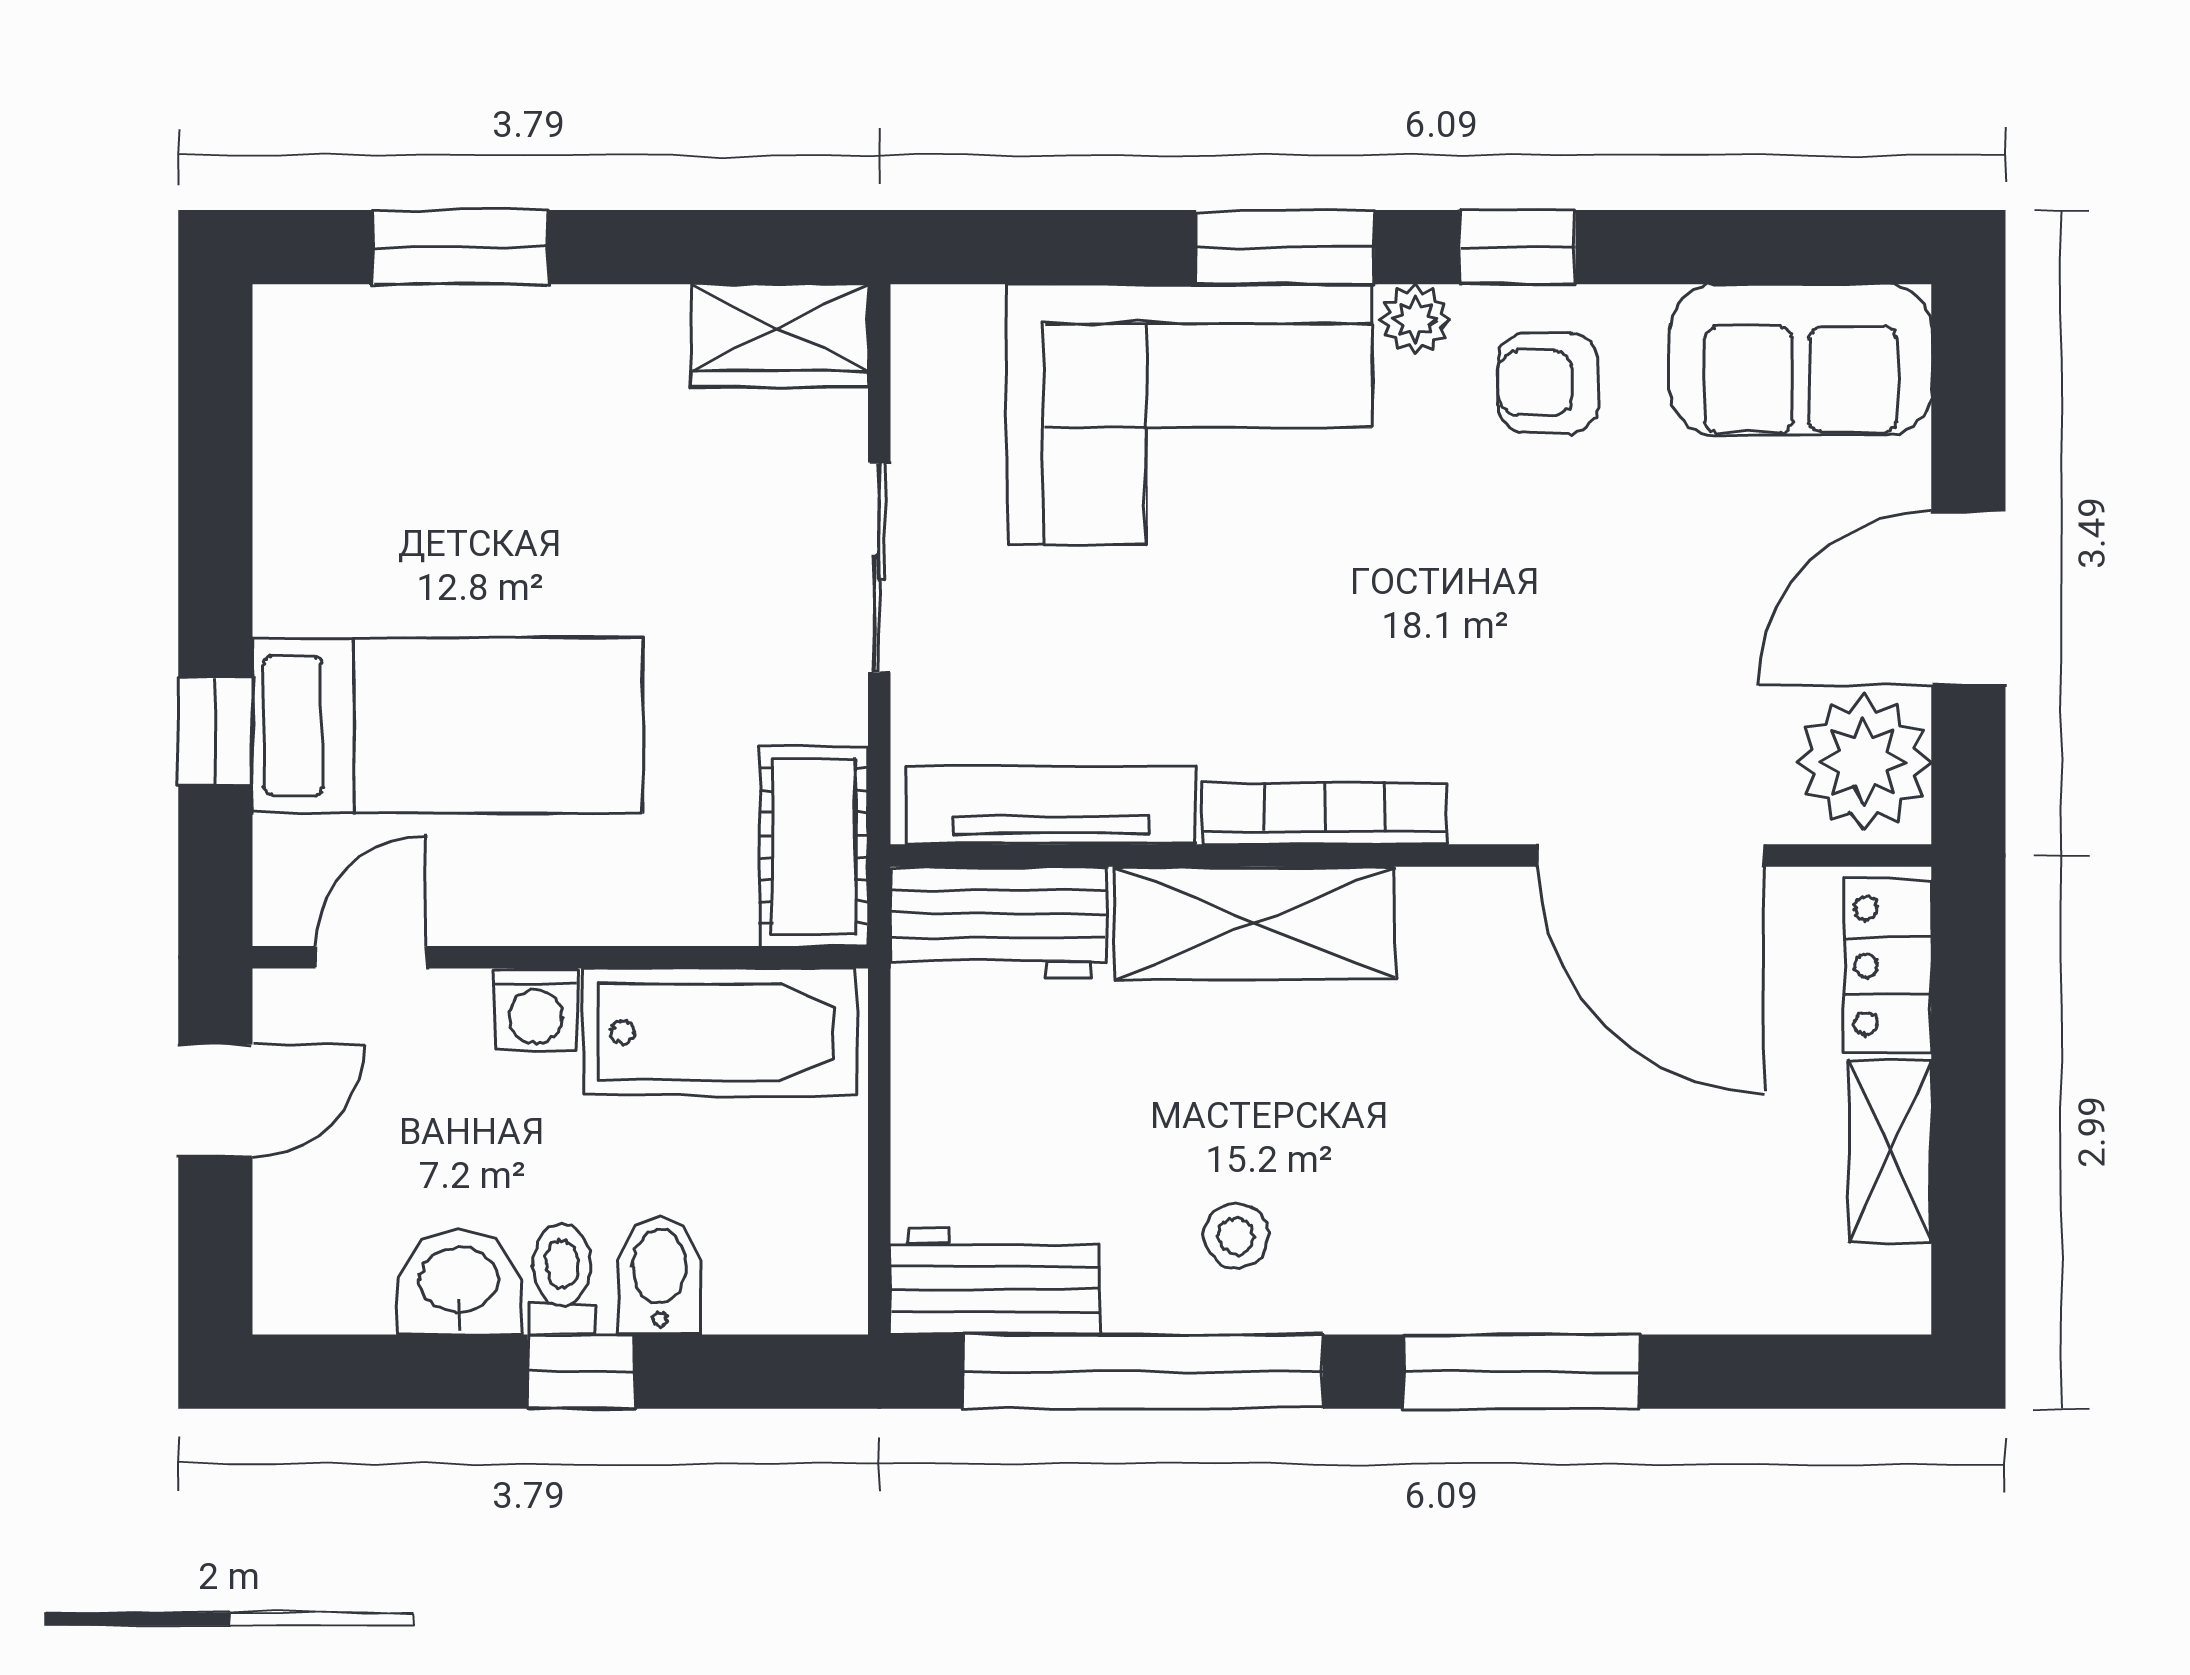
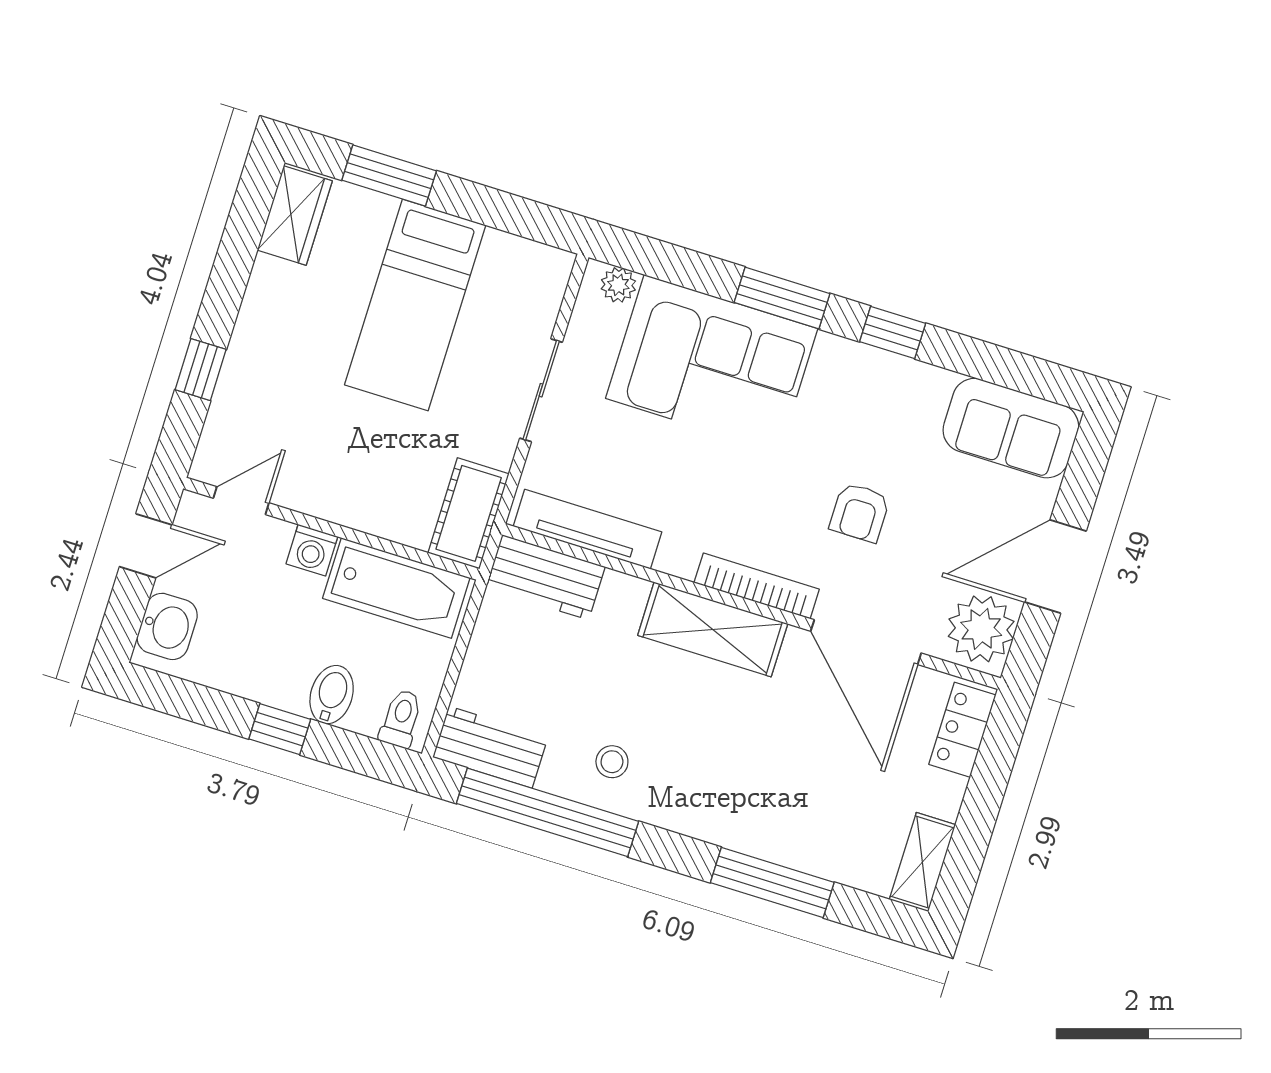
plant: (1415, 320) -> (618, 285), moved
wardrobe: (779, 336) -> (295, 215), moved, turned -90
armchair: (1548, 383) -> (860, 512), moved, turned -90
bed: (447, 726) -> (415, 305), moved, turned 90
bookcase: (1324, 813) -> (757, 586), moved
shelving: (1255, 923) -> (713, 629), moved
shelving: (1890, 1151) -> (922, 862), moved
toilet: (562, 1279) -> (401, 719), moved
washbasin: (459, 1282) -> (167, 626), moved, turned 90
window: (1521, 1372) -> (772, 882), moved

